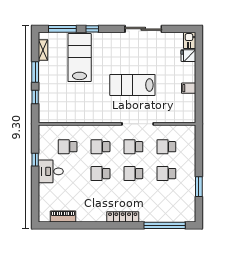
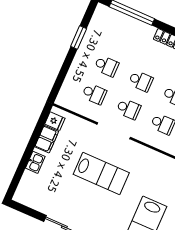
kitchen sink: (190, 40) -> (35, 162), moved
fridge: (188, 56) -> (55, 121), moved
filing cabinet: (189, 88) -> (47, 139), width x2.00

